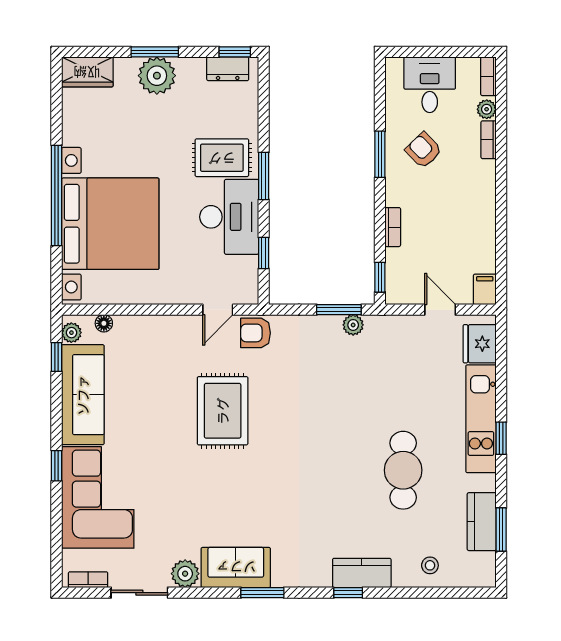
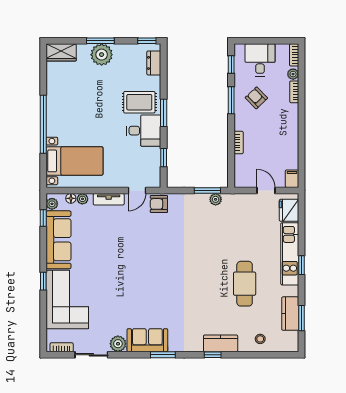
dresser: (228, 69) -> (154, 63), moved, turned 90
desk: (229, 217) -> (144, 131), width x0.73
bed with nightstands: (110, 224) -> (75, 161), width x0.54
window: (380, 277) -> (231, 64), moved
plant: (124, 324) -> (82, 199), added
tv unit: (169, 325) -> (109, 199), added
rug: (223, 411) -> (140, 249), removed

